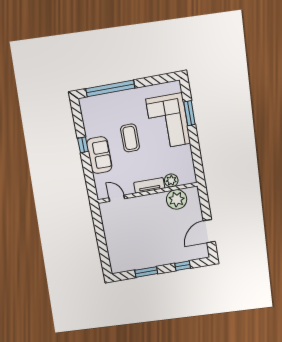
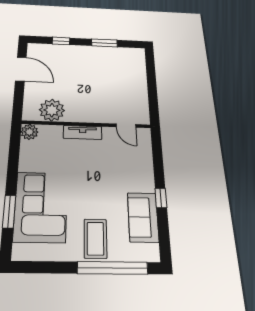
coffee table: (130, 138) -> (95, 239), moved
sofa: (99, 155) -> (143, 217), moved
plant: (171, 181) -> (29, 132), moved
door: (209, 231) -> (21, 69), hinge flipped

